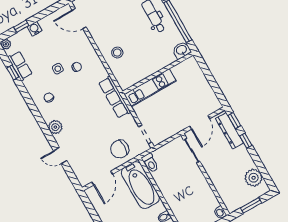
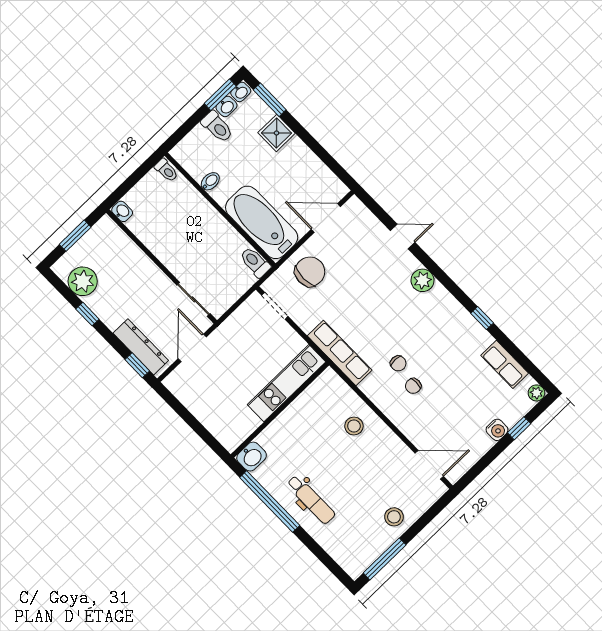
side table: (58, 69) -> (443, 375), removed
window: (13, 73) -> (482, 318), moved
chair: (49, 98) -> (398, 363), moved
window: (246, 141) -> (87, 314), moved
door: (102, 178) -> (326, 218), hinge flipped

